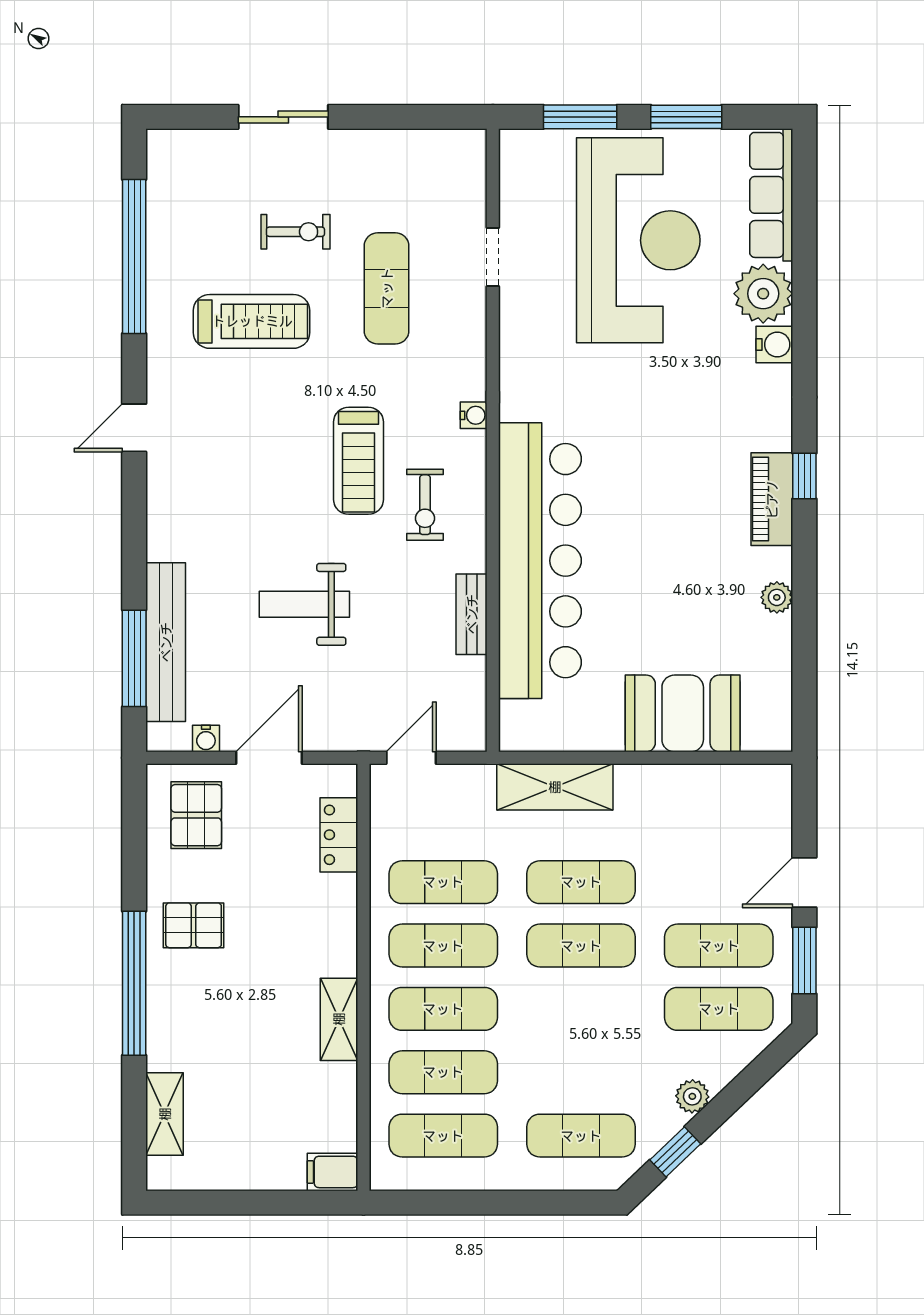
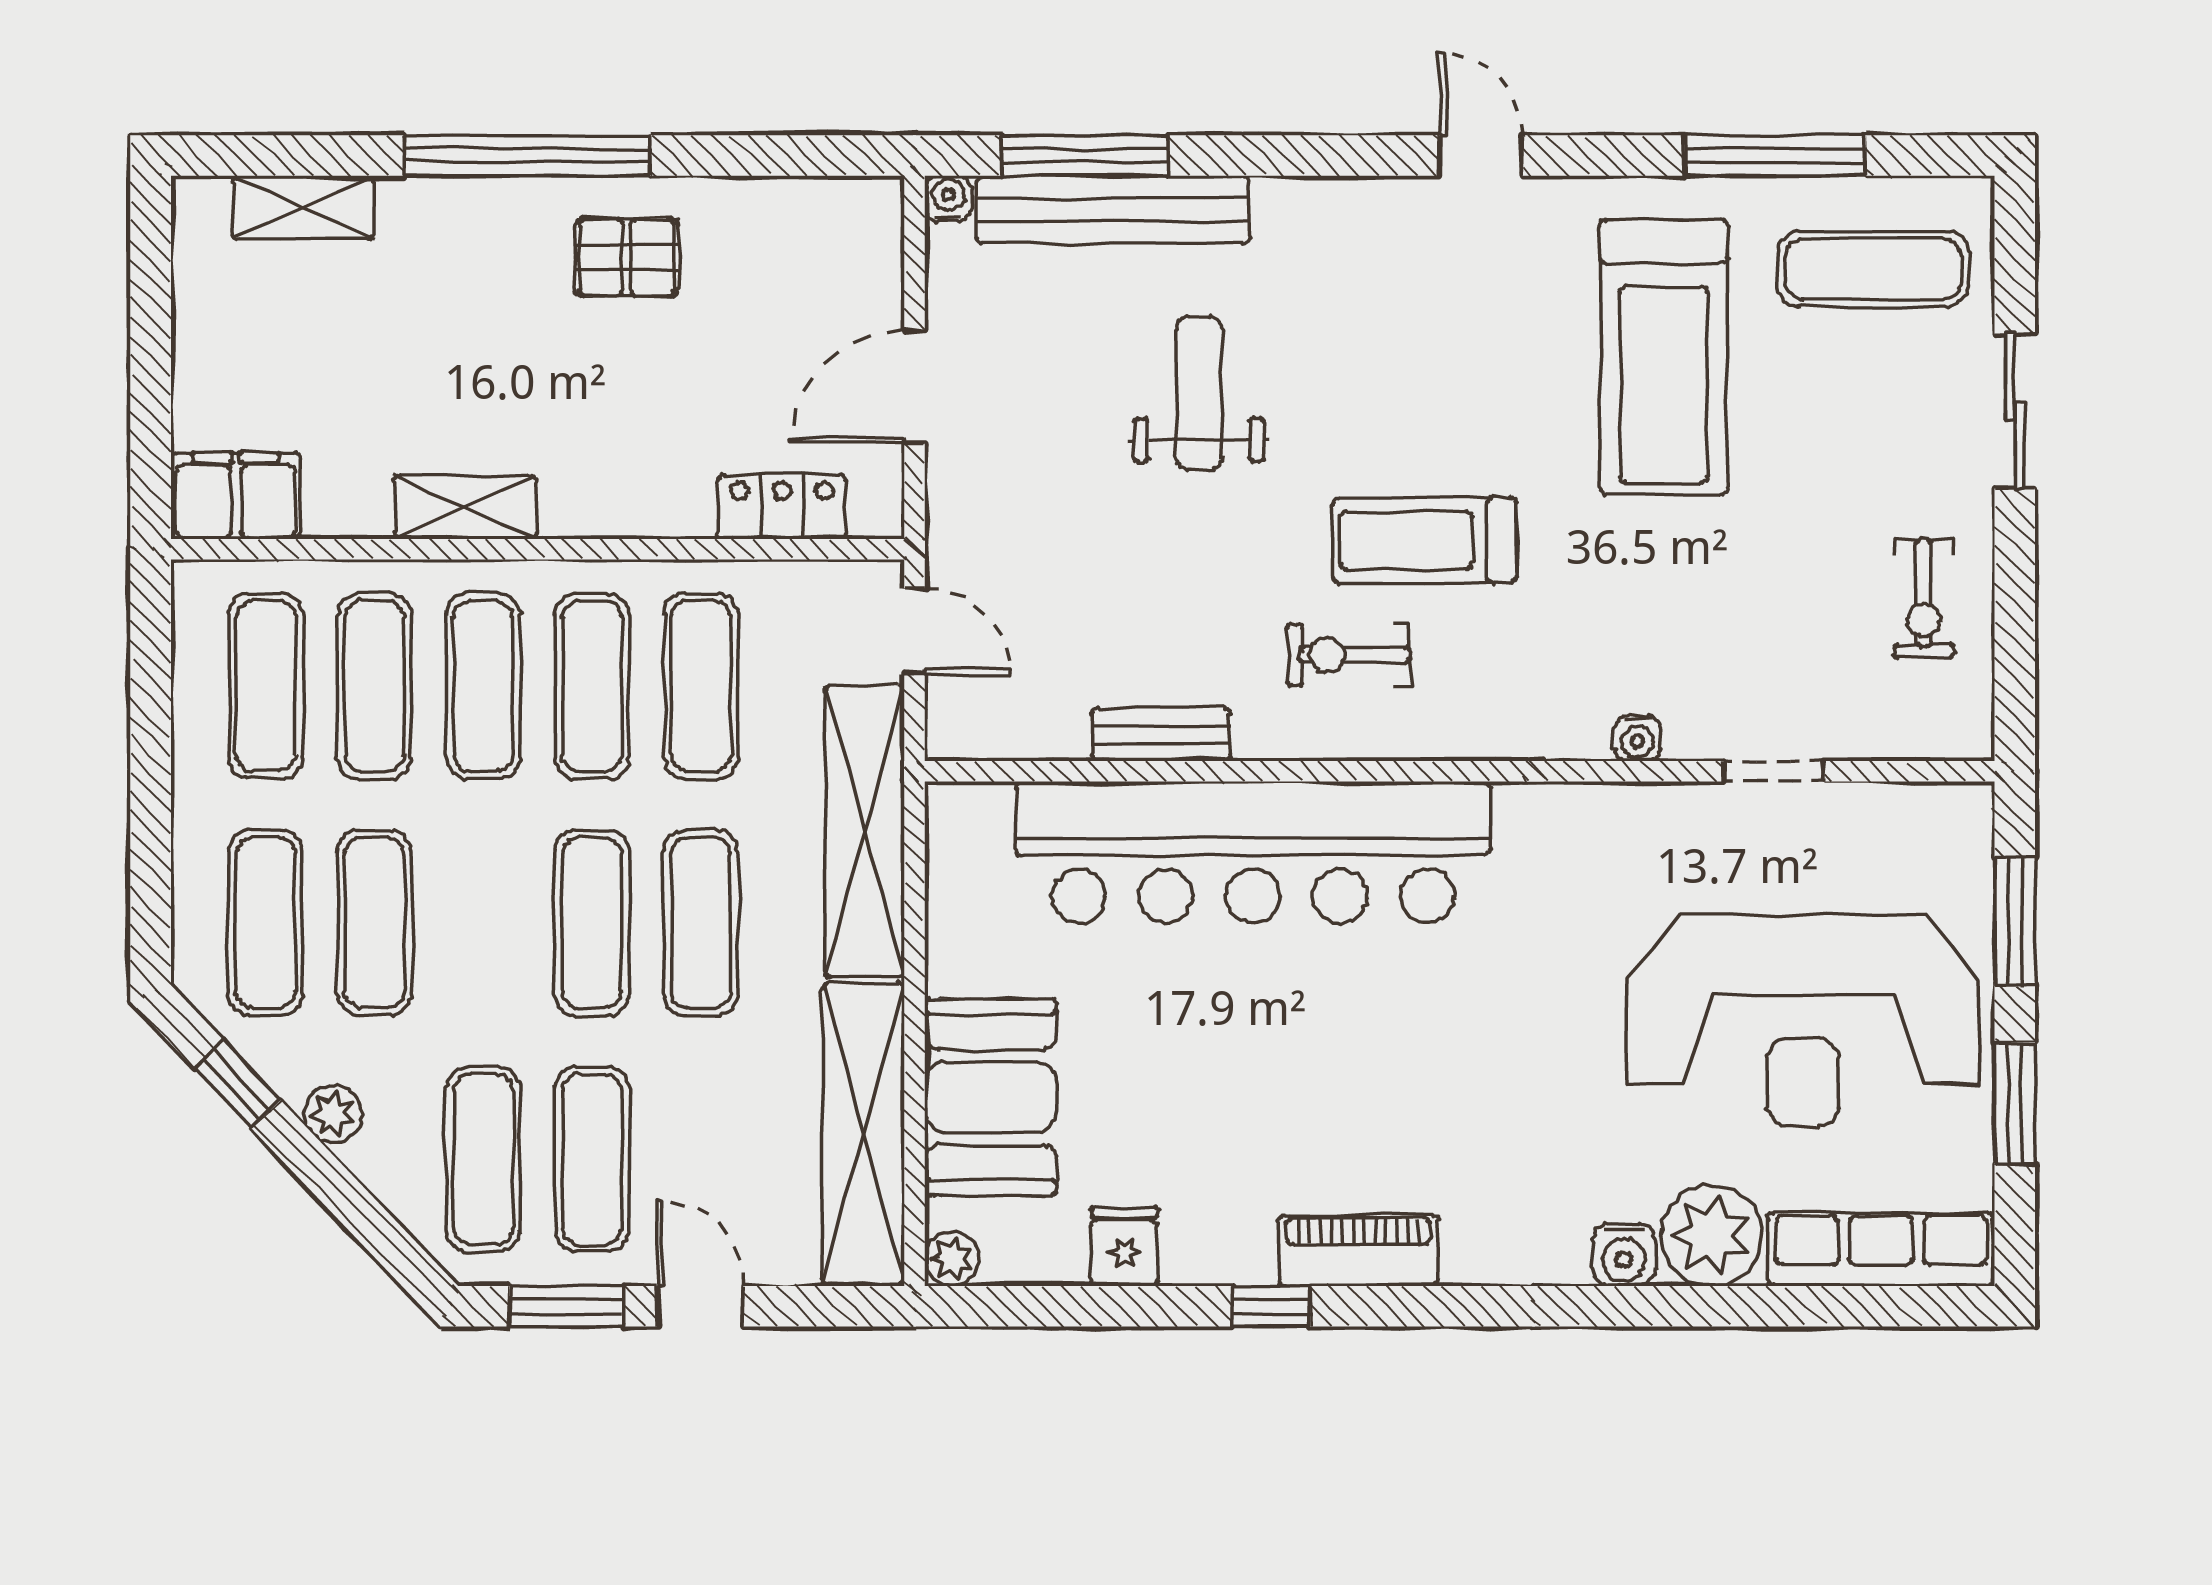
exercise bike: (295, 232) -> (1924, 599), moved
window: (134, 256) -> (1775, 155), width x0.68
exercise mat: (387, 288) -> (1873, 269), moved
treadmill: (252, 321) -> (1664, 357), width x1.37, depth x1.38
water cooler: (474, 415) -> (1637, 738), moved
window: (804, 476) -> (1271, 1306), moved
plant: (777, 597) -> (952, 1259), moved
weight bench: (304, 604) -> (1199, 394), moved
fridge: (770, 636) -> (1124, 1246), added
water cooler: (206, 738) -> (948, 199), moved, turned 90
door: (269, 758) -> (914, 387), swing flipped
shelving: (555, 787) -> (865, 832), width x1.47
shelving: (704, 788) -> (863, 1134), added
pallet: (196, 815) -> (816, 262), removed
pallet: (194, 925) -> (627, 257), turned 90
exercise mat: (581, 1072) -> (374, 923), added
filing cabinet: (332, 1172) -> (236, 496), width x2.00

